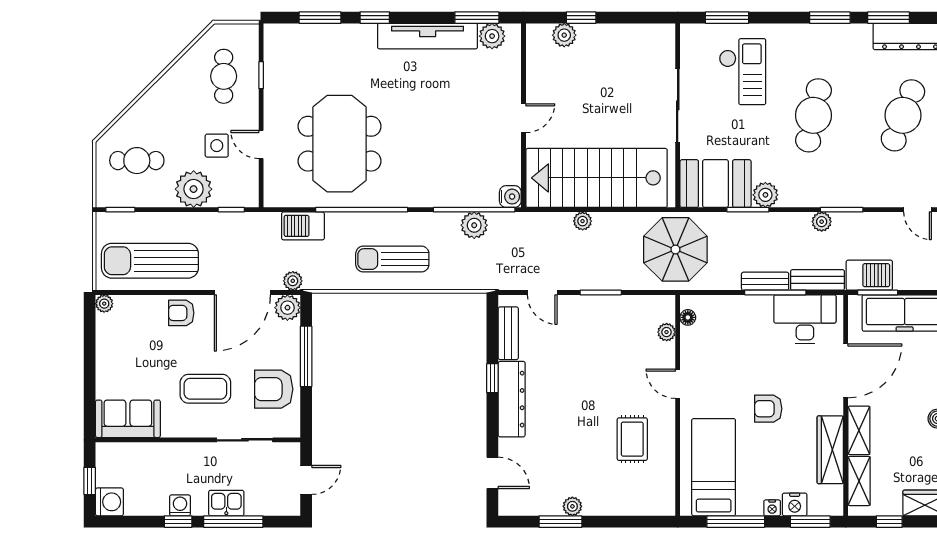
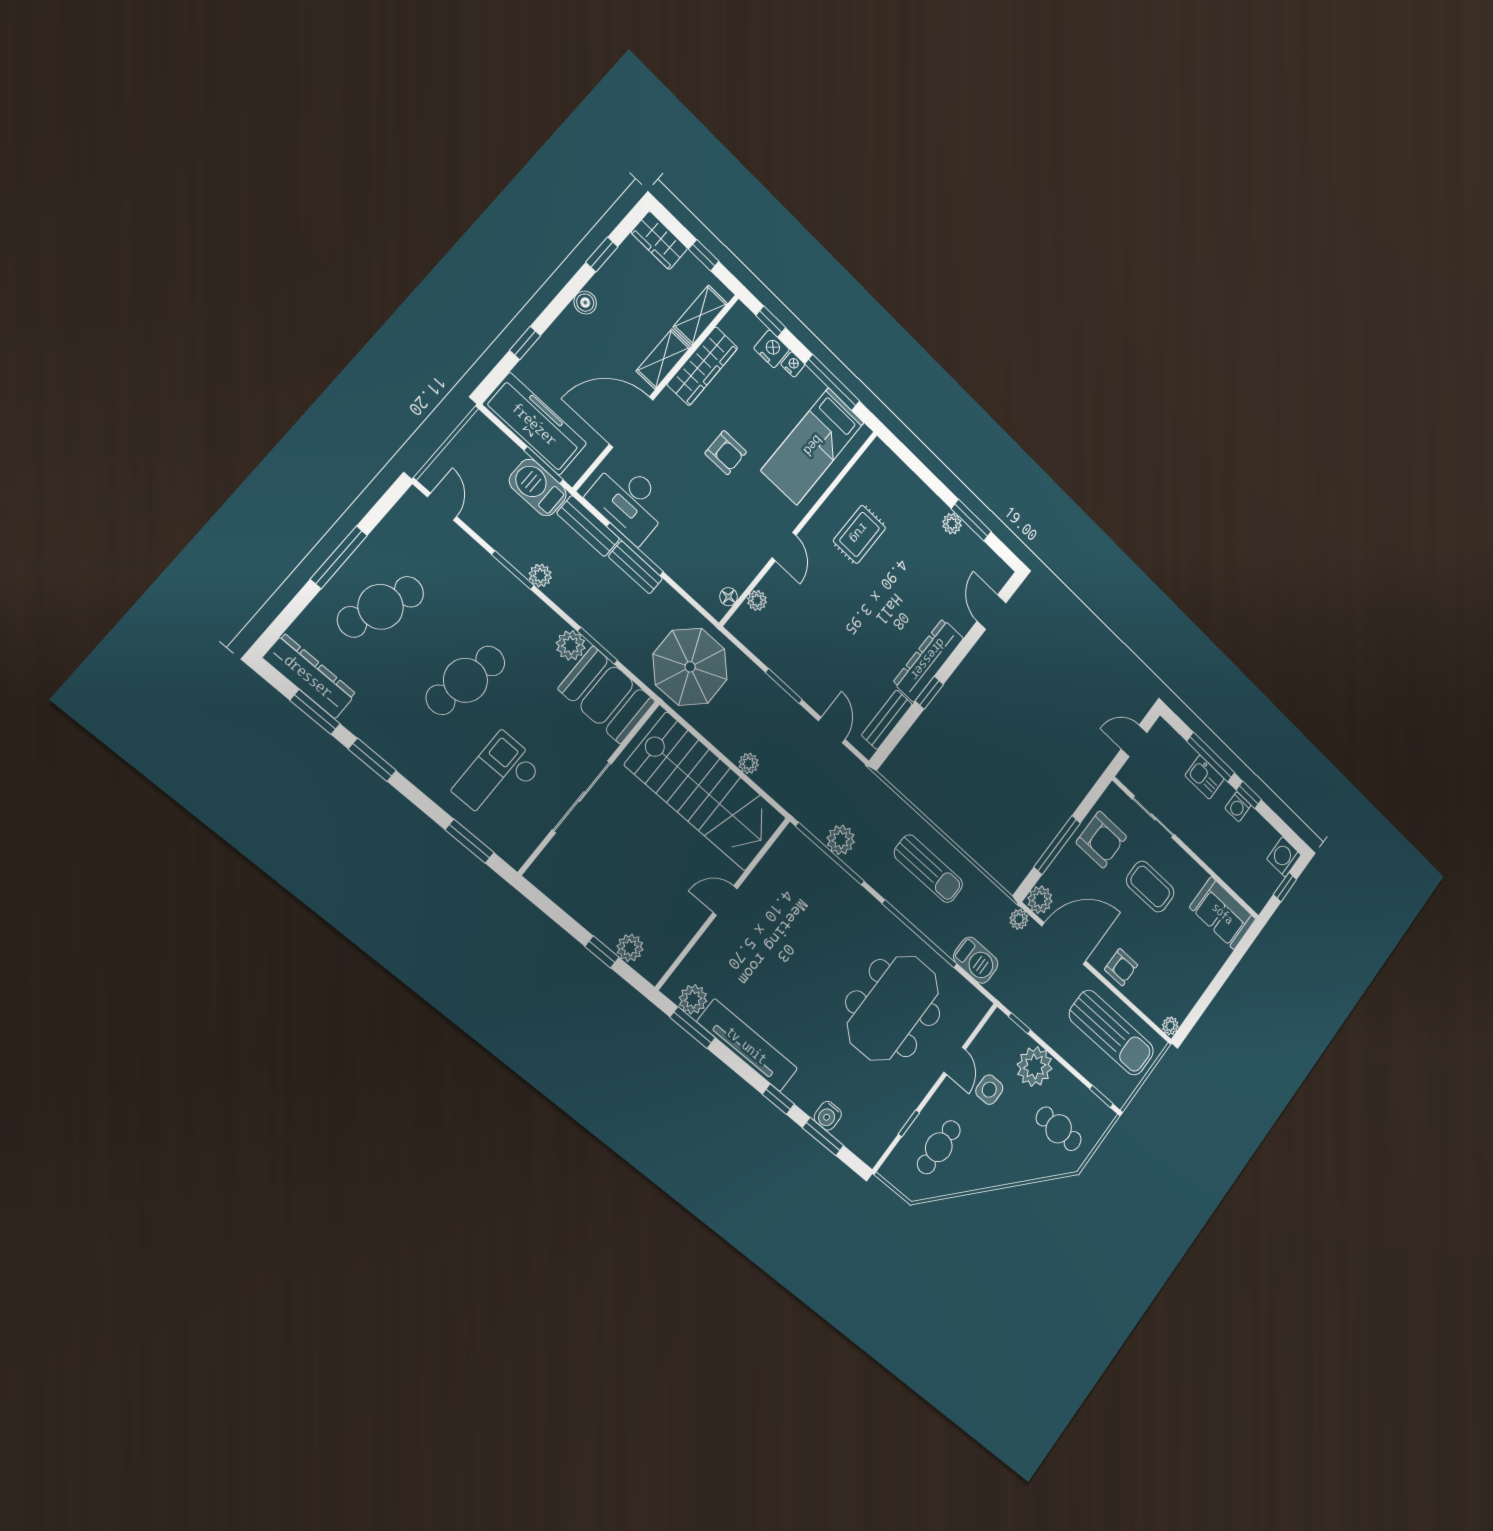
water cooler: (510, 197) -> (828, 1116), moved, turned -90
window: (810, 522) -> (771, 322), width x0.67

